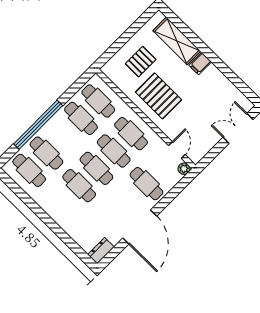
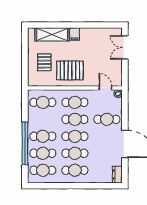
cafe table: (81, 118) -> (43, 136), moved
cafe table: (62, 203) -> (75, 170), added

